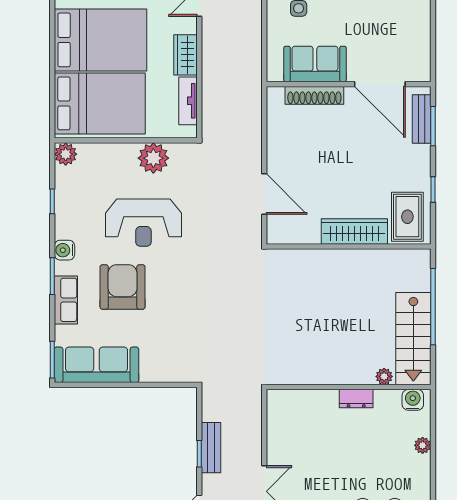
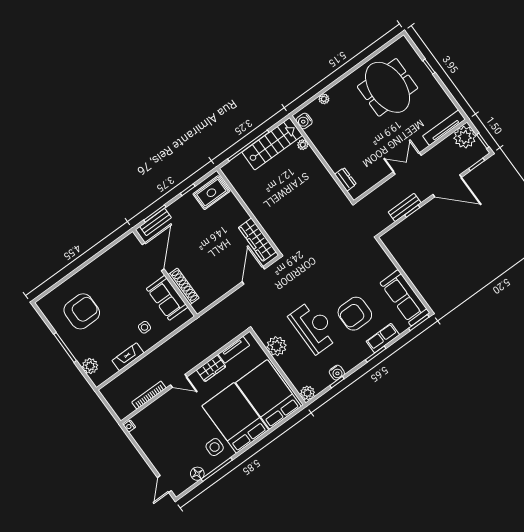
wardrobe: (354, 231) -> (257, 240), moved
water cooler: (64, 250) -> (337, 373), moved
dresser: (356, 399) -> (345, 179), moved

